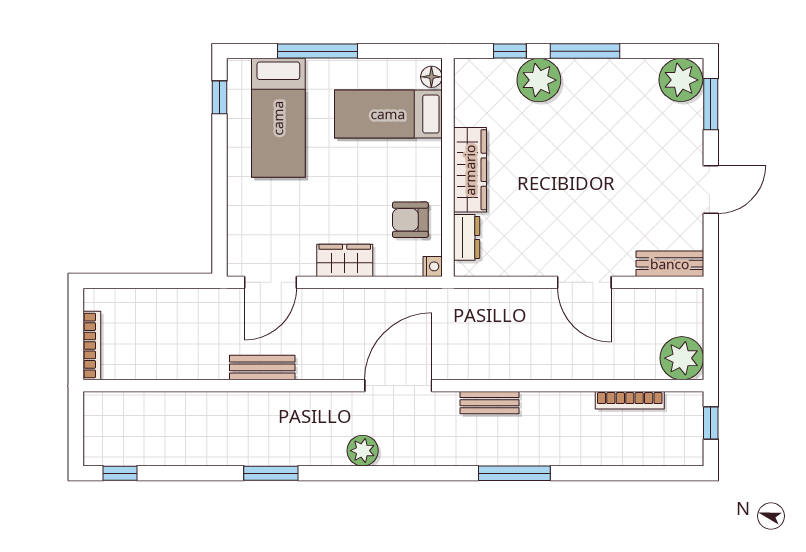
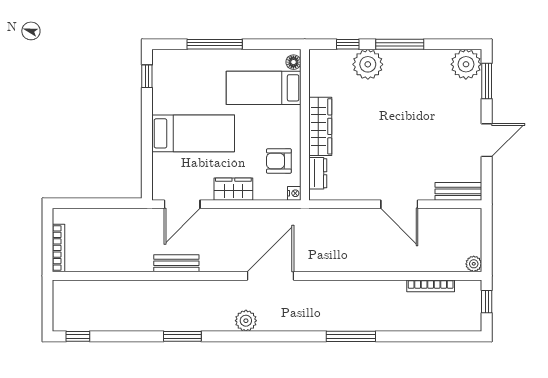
bed: (278, 118) -> (193, 133), moved, turned -90
plant: (682, 358) -> (474, 264), width x0.53, depth x0.53
bench: (489, 403) -> (334, 288), removed

